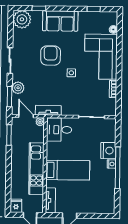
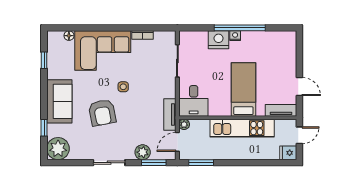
armchair: (51, 56) -> (102, 113), turned -101

